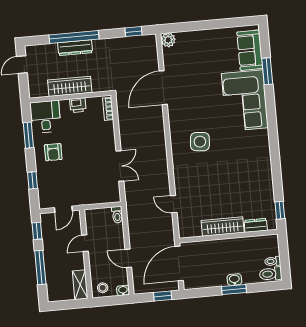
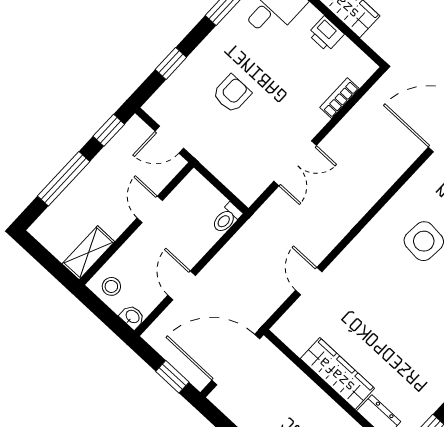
bookcase: (108, 109) -> (340, 98), moved
armchair: (53, 152) -> (232, 94), moved, turned 180
door: (85, 243) -> (150, 209), hinge flipped

